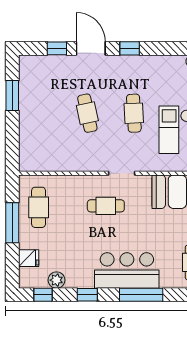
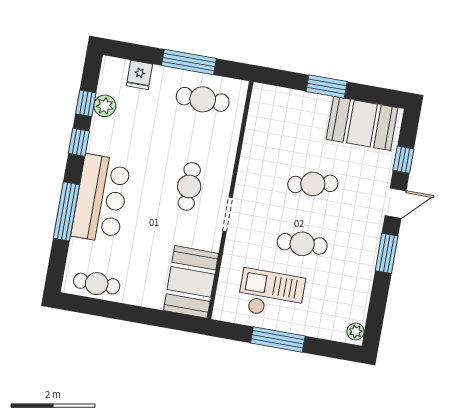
door: (91, 48) -> (396, 203), width x0.73
window: (130, 48) -> (387, 253), width x1.50
booth: (35, 84) -> (362, 123), added
window: (12, 95) -> (327, 86), moved
window: (43, 295) -> (86, 103), moved

